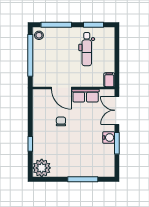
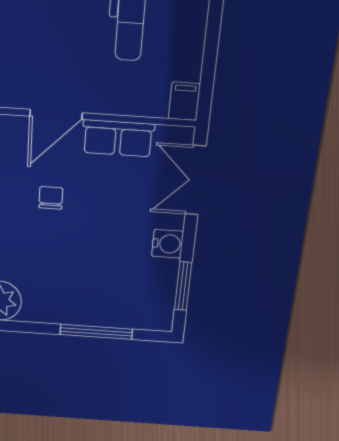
door: (61, 88) -> (56, 114), hinge flipped
window: (117, 143) -> (183, 286), moved

